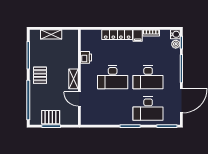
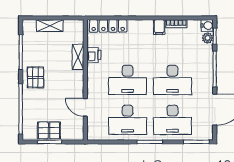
locker: (117, 35) -> (108, 26), moved
shelving: (74, 79) -> (78, 57), moved
desk: (113, 109) -> (128, 120), added

